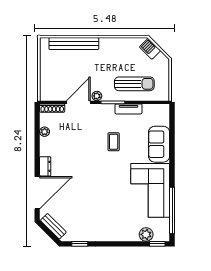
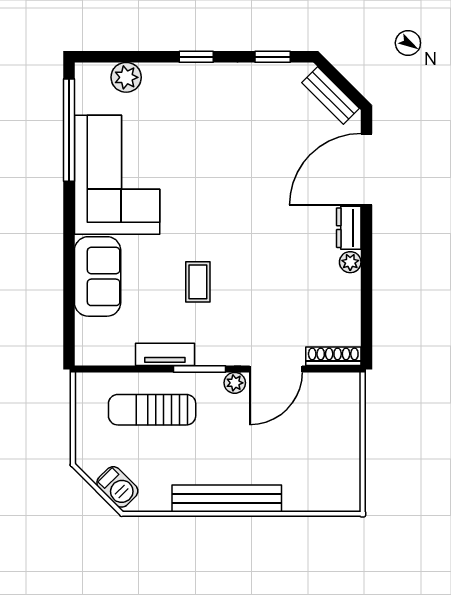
bench: (74, 44) -> (227, 498), moved
plant: (45, 132) -> (350, 262), moved
window: (157, 244) -> (196, 57), moved

